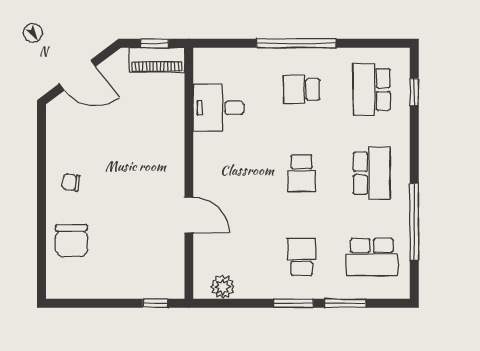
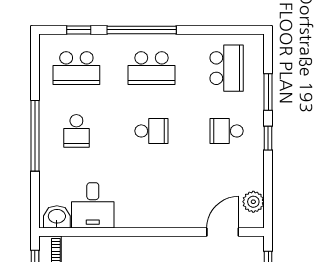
washbasin: (206, 68) -> (57, 217), added
school desk: (372, 173) -> (151, 68), turned 180
door: (189, 215) -> (223, 232), moved
window: (414, 222) -> (142, 30), moved
window: (293, 303) -> (268, 138), width x0.67

